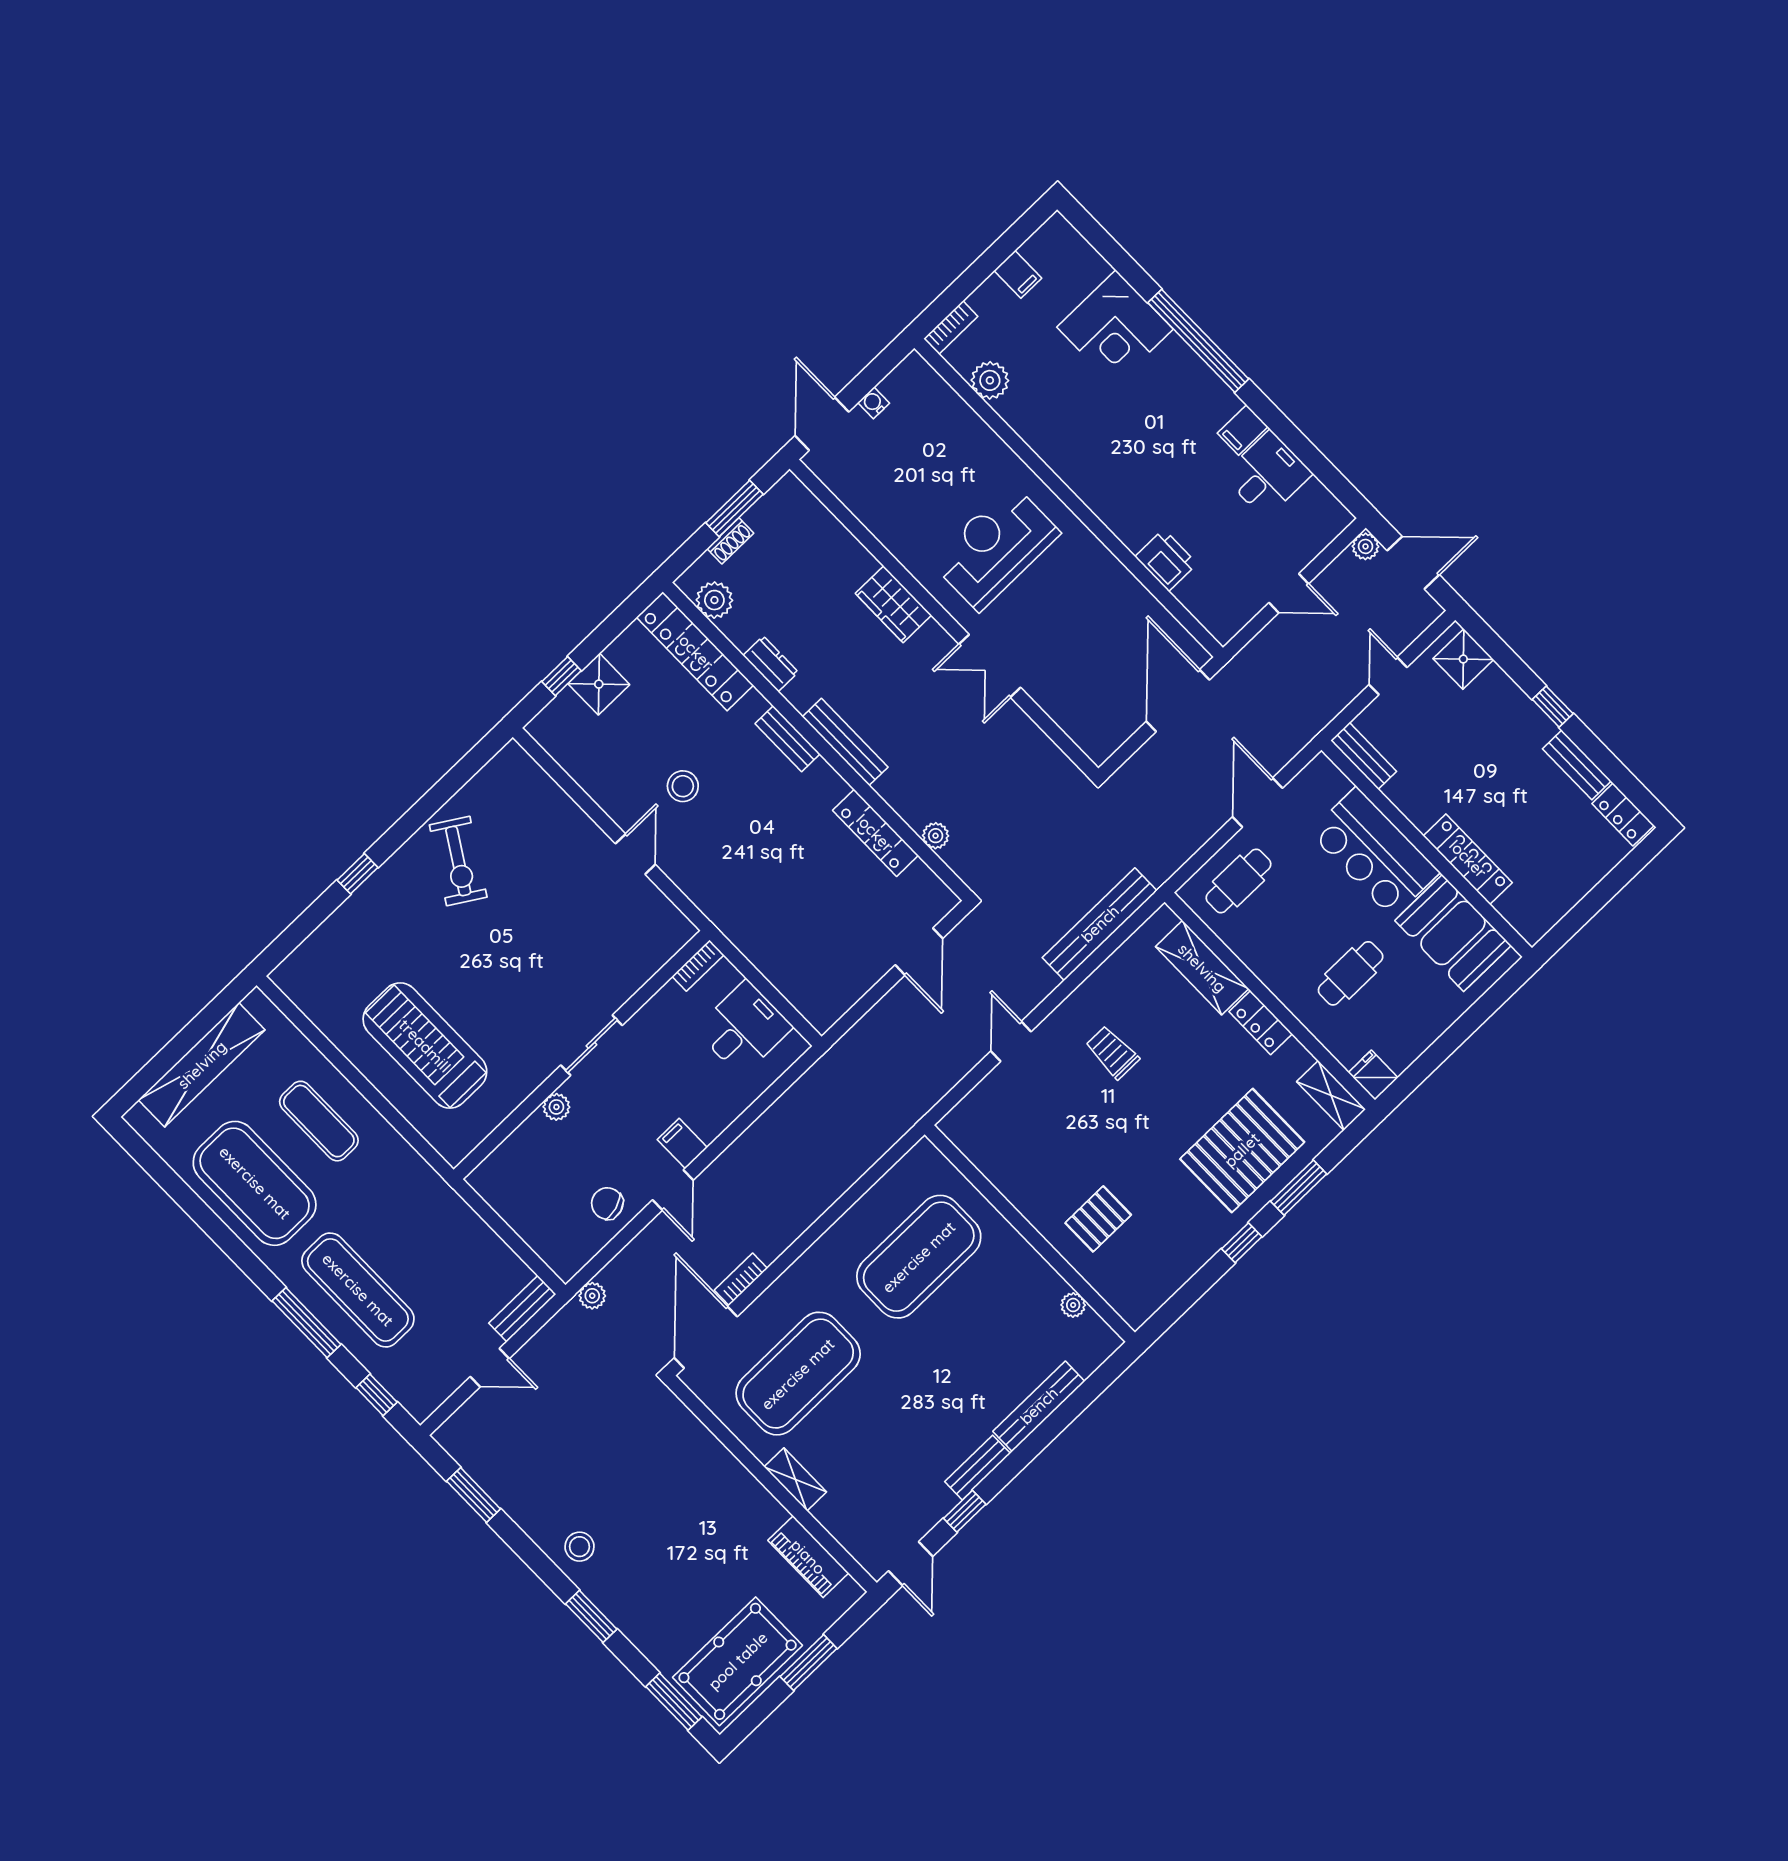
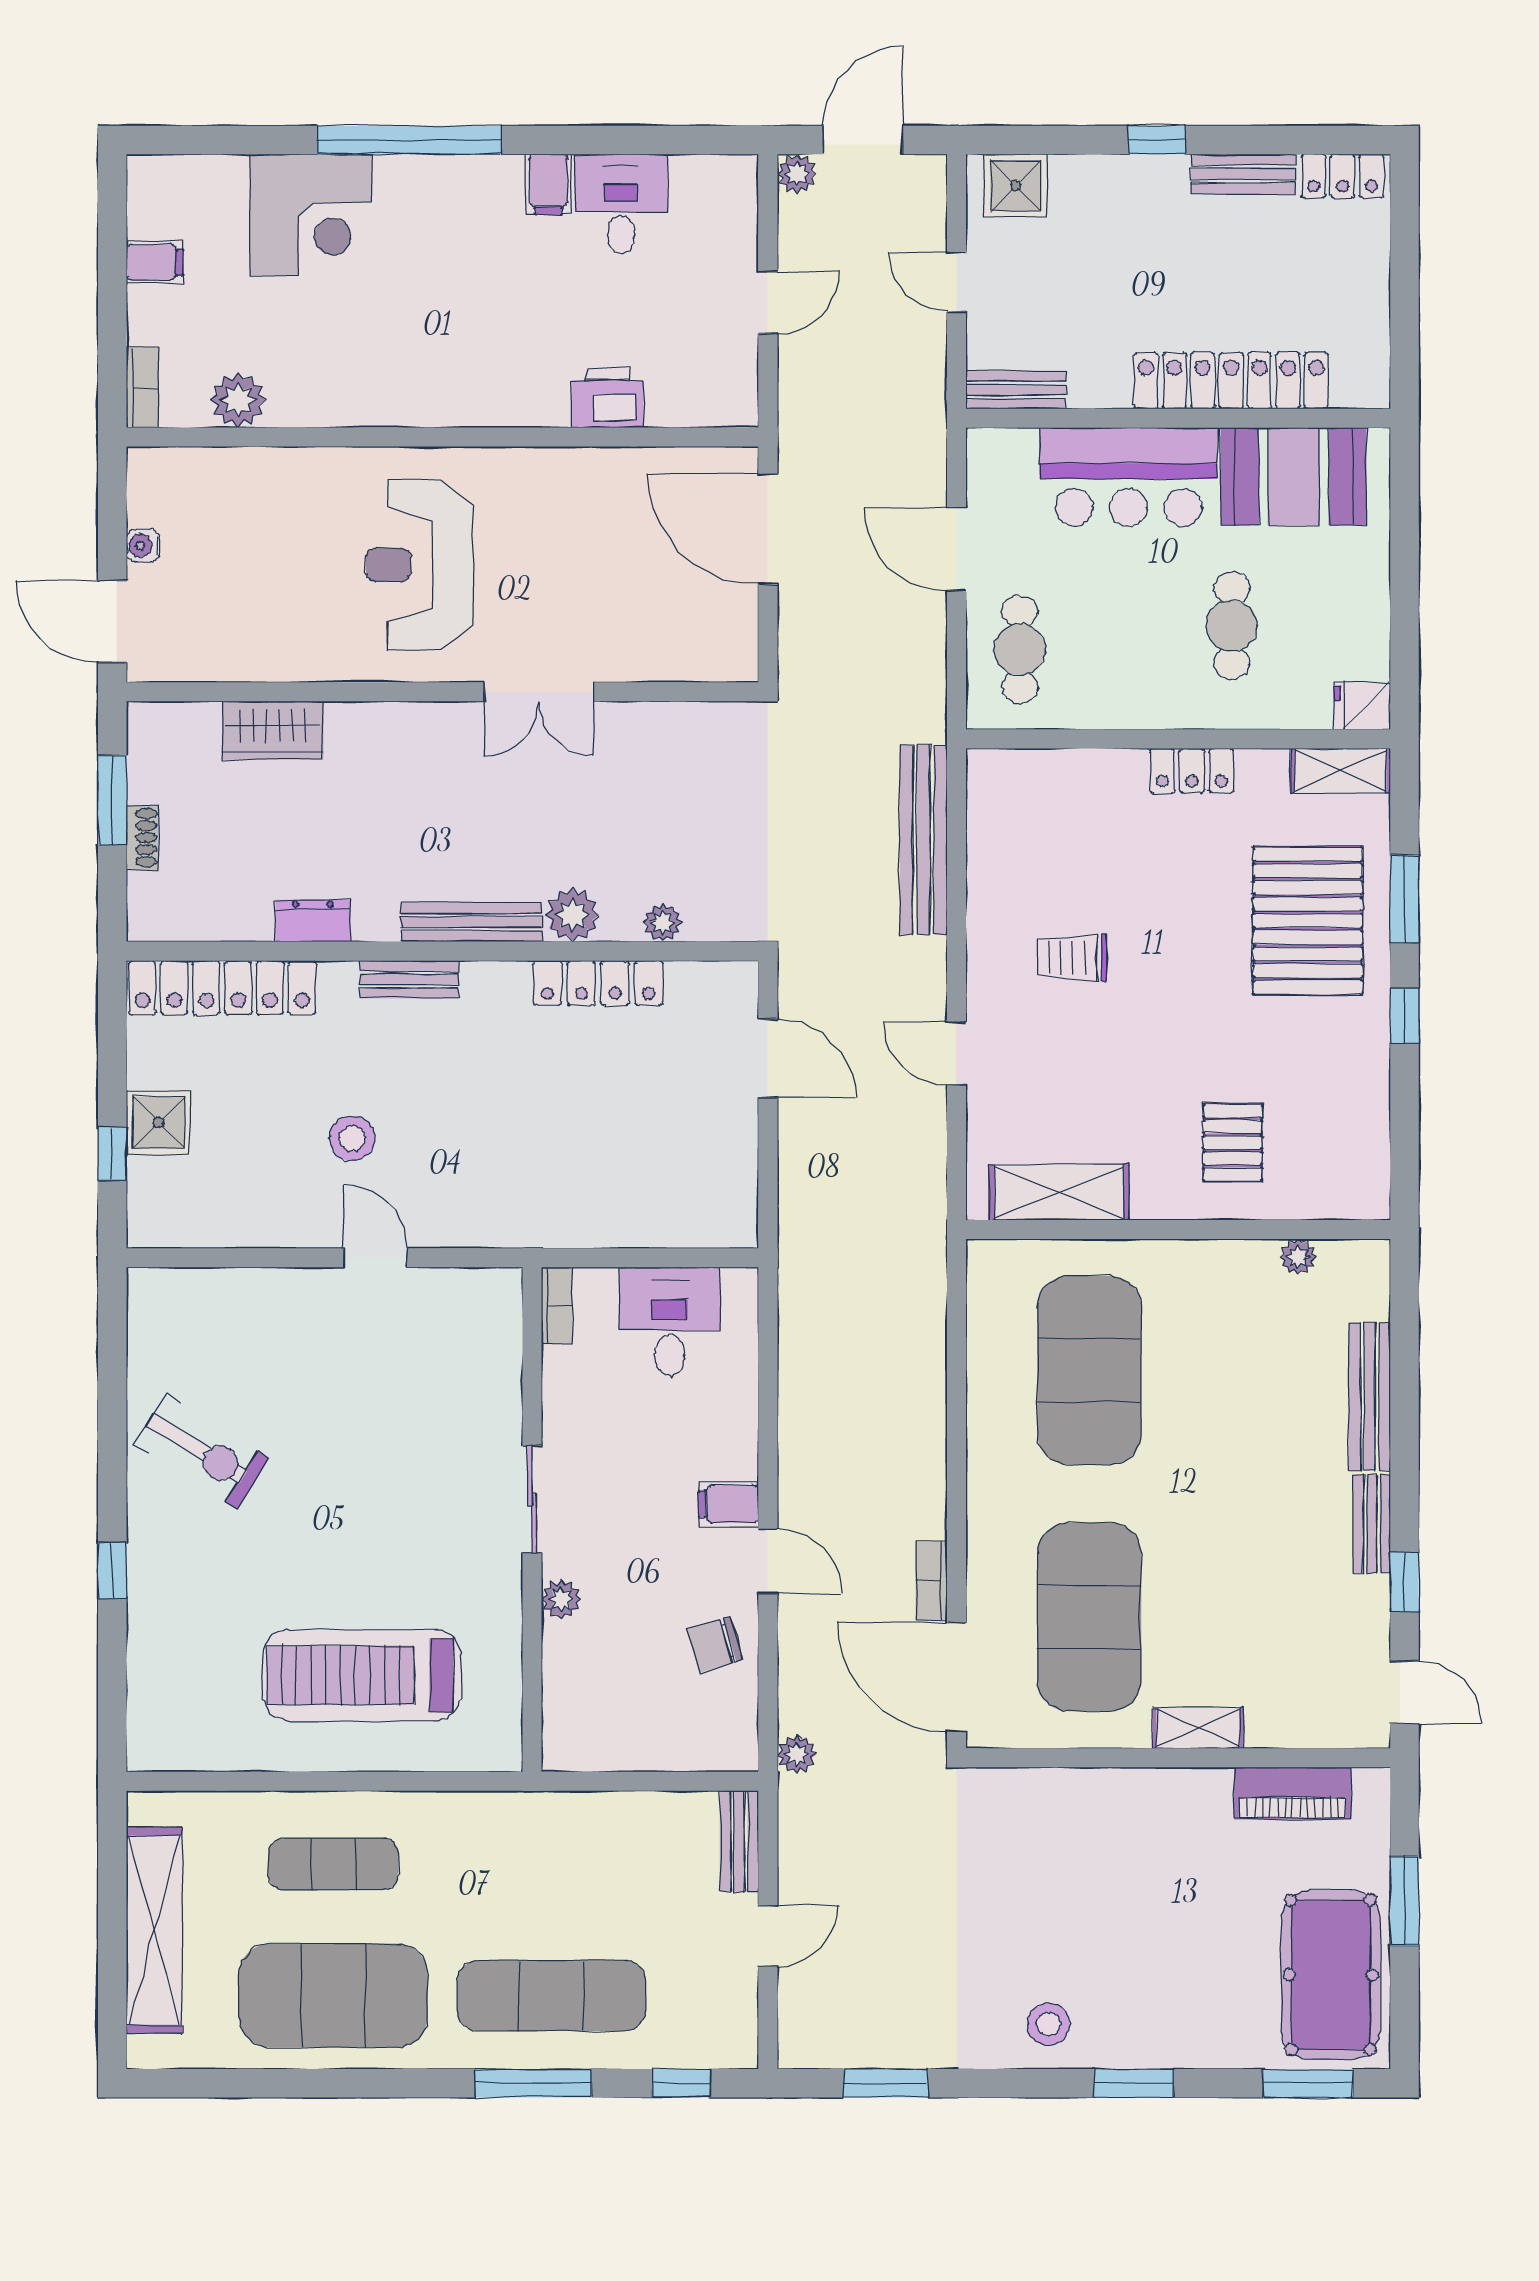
plant: (714, 600) -> (572, 915), moved
wardrobe: (893, 604) -> (273, 730), moved
locker: (1468, 859) -> (1231, 381), width x1.41, depth x1.21
shelving: (1202, 968) -> (1059, 1192), moved

